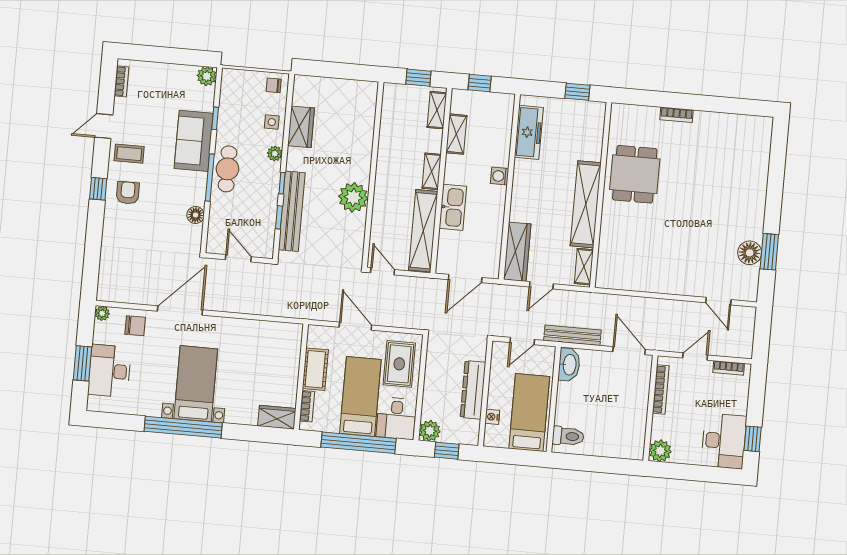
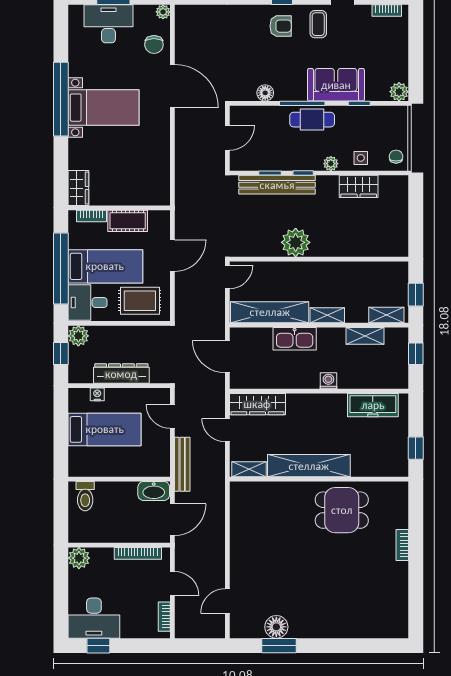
washbasin: (569, 365) -> (154, 491), moved
wall: (554, 399) -> (119, 479), moved
toilet: (568, 436) -> (85, 496), moved

